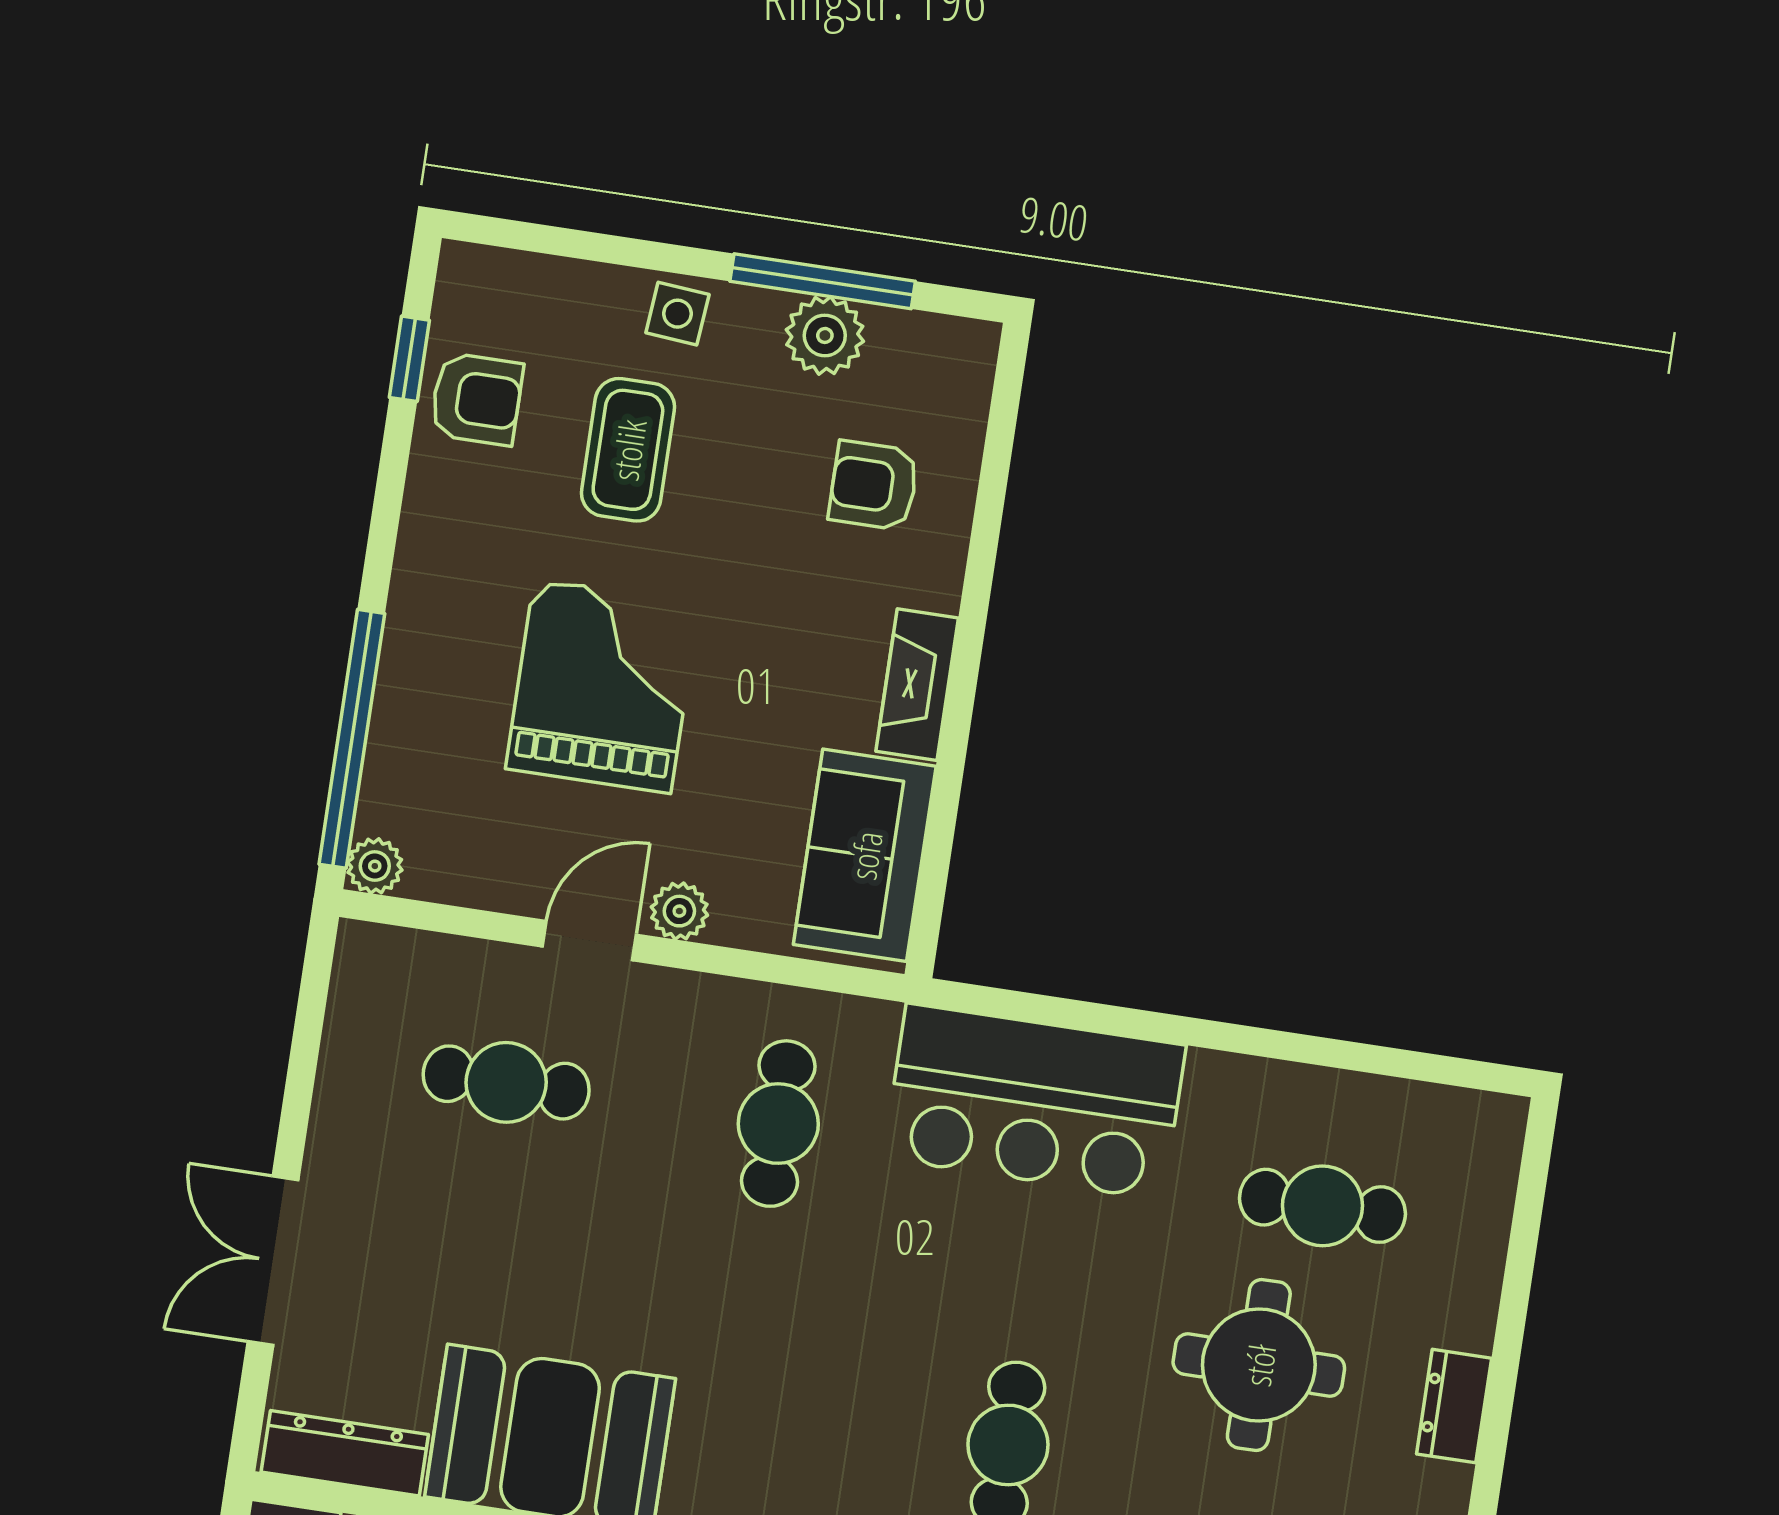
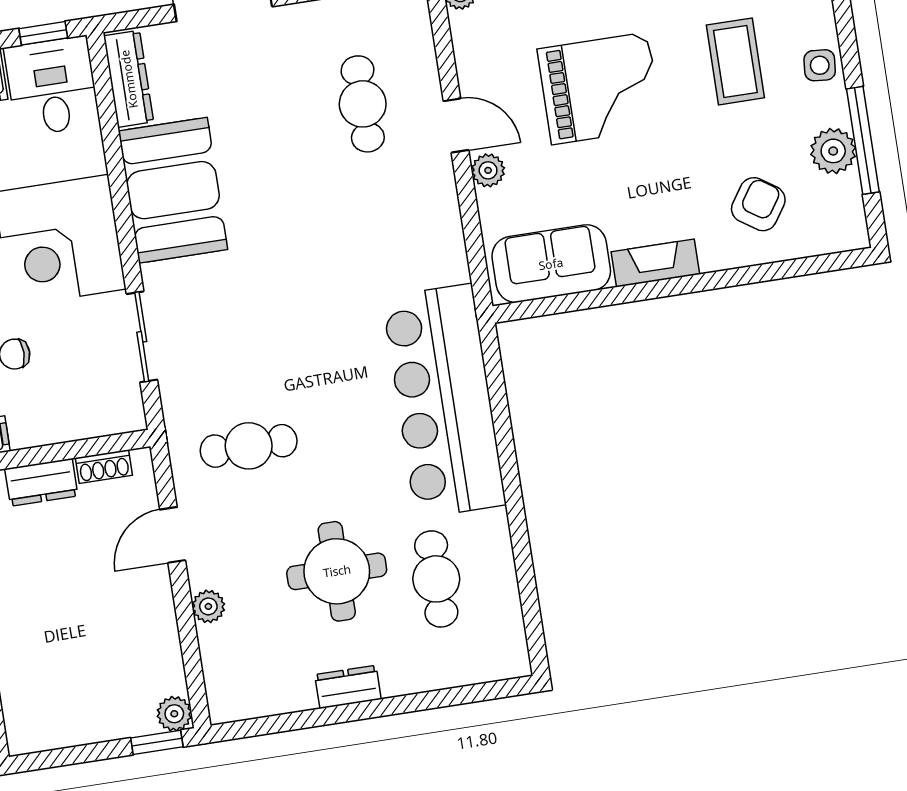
coffee table: (628, 450) -> (735, 61), turned 90
armchair: (874, 486) -> (758, 204), turned 34
bar counter: (1035, 1102) -> (444, 401), width x1.36
cafe table: (778, 1124) -> (387, 262), removed

